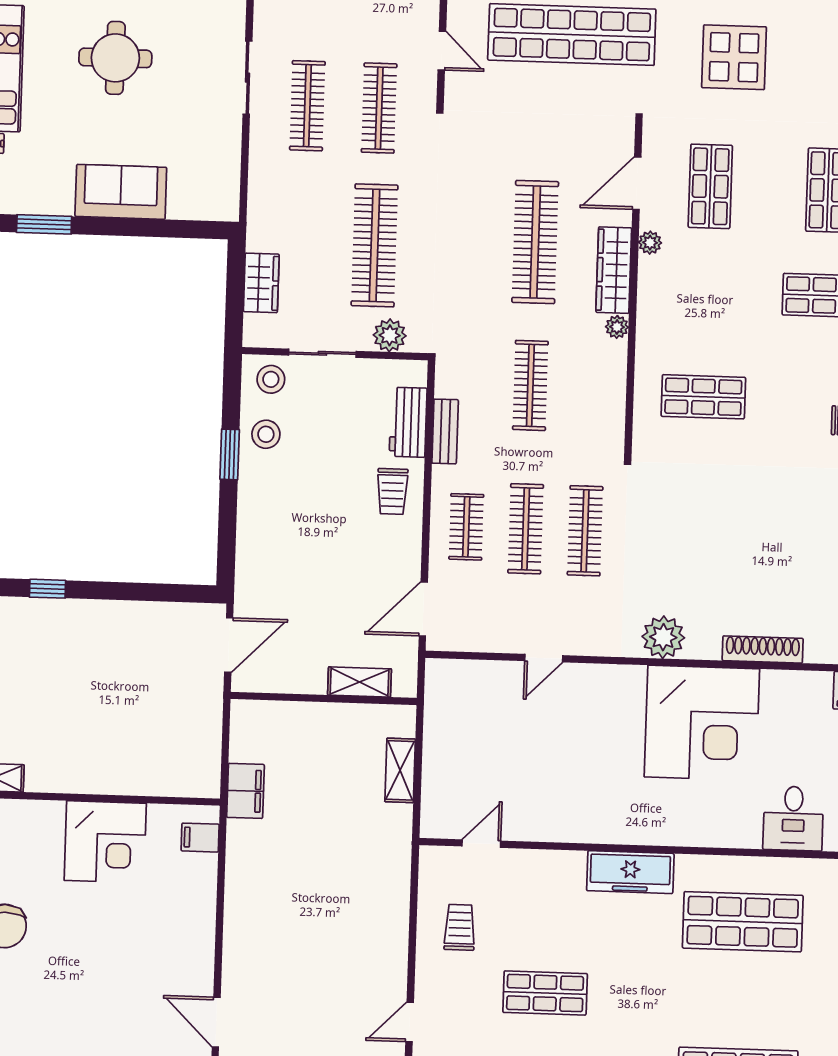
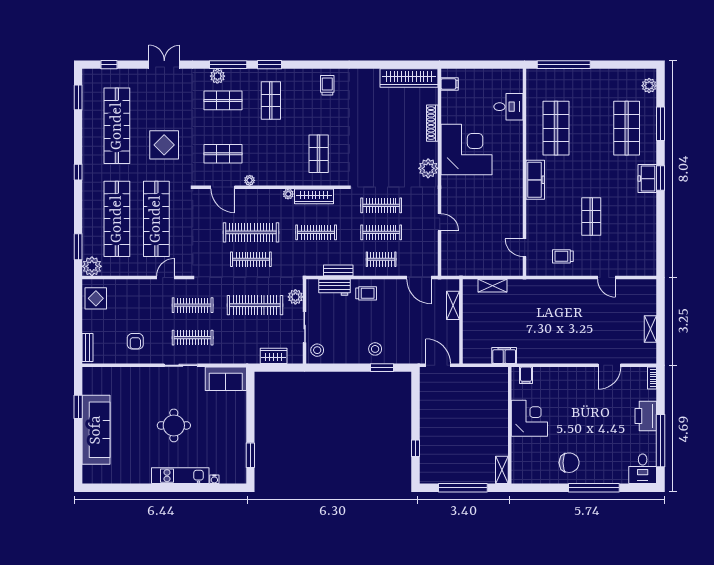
sofa: (121, 192) -> (226, 379), moved, turned -90
clothes rail: (476, 240) -> (251, 259), added
wardrobe: (614, 270) -> (314, 196), moved
stool: (266, 434) -> (375, 349), moved
window: (230, 454) -> (382, 368), moved

